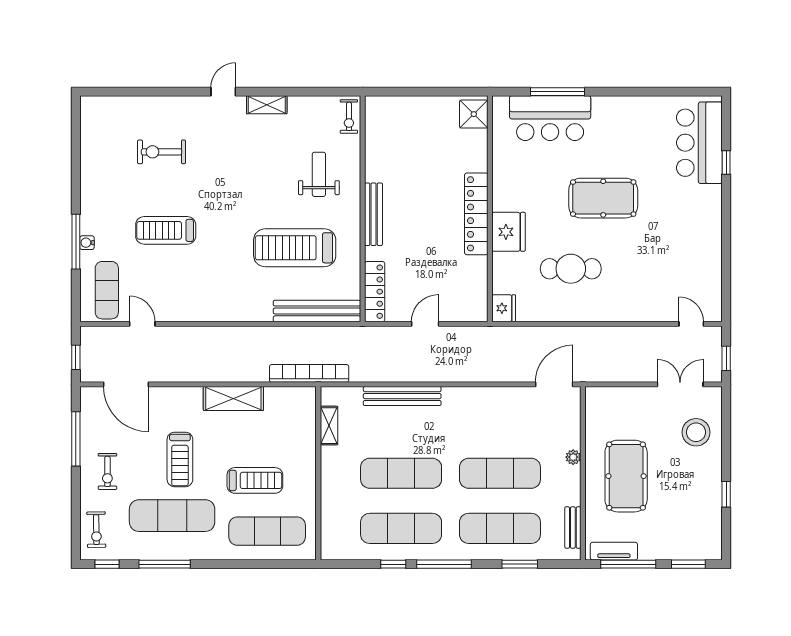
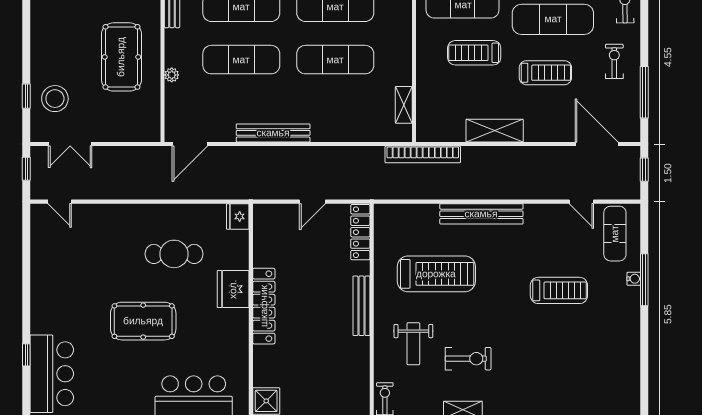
exercise bike: (162, 152) -> (468, 359), moved
bench: (317, 311) -> (481, 214), moved
bench: (402, 396) -> (273, 133), moved
treadmill: (180, 459) -> (545, 73), turned 90
window: (726, 494) -> (26, 96), moved

